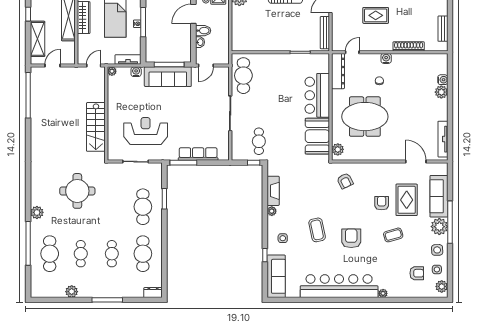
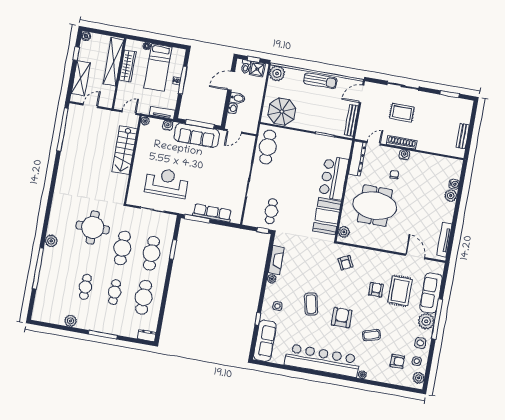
parasol: (251, 36) -> (282, 112), added
shoe rack: (409, 46) -> (402, 143), moved
stairs: (96, 127) -> (124, 150), moved
coffee table: (393, 235) -> (371, 335), moved
cafe table: (50, 254) -> (122, 248), moved

